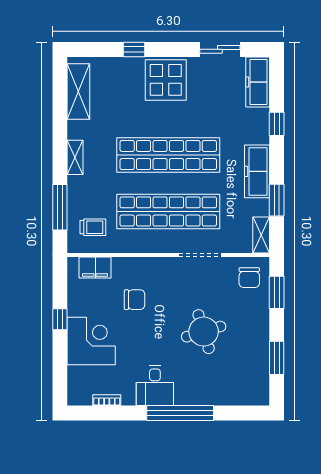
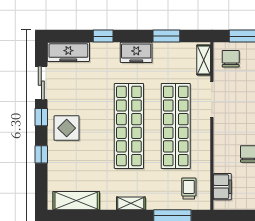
window: (179, 49) -> (41, 117), added
display table: (166, 80) -> (67, 128), width x0.73, depth x0.73
freezer: (257, 171) -> (136, 52), width x0.71
shelving: (261, 235) -> (204, 60), moved, turned 90
chair: (249, 278) -> (231, 59), turned -90

